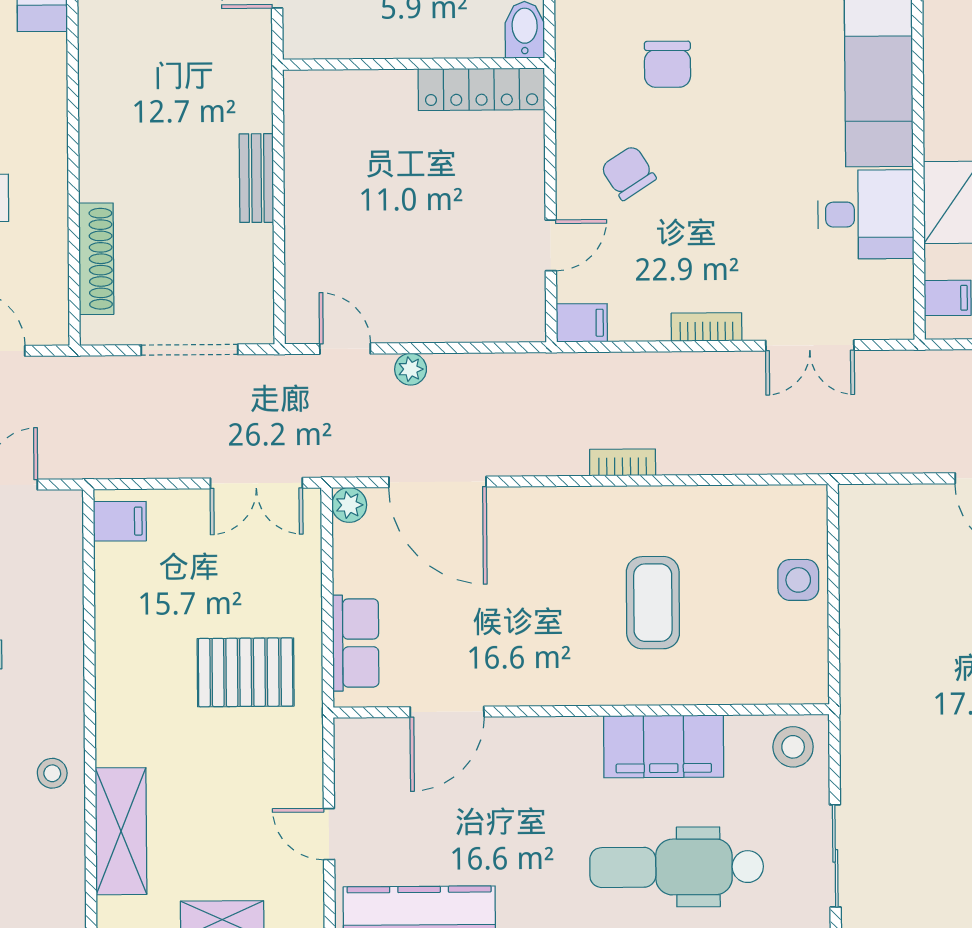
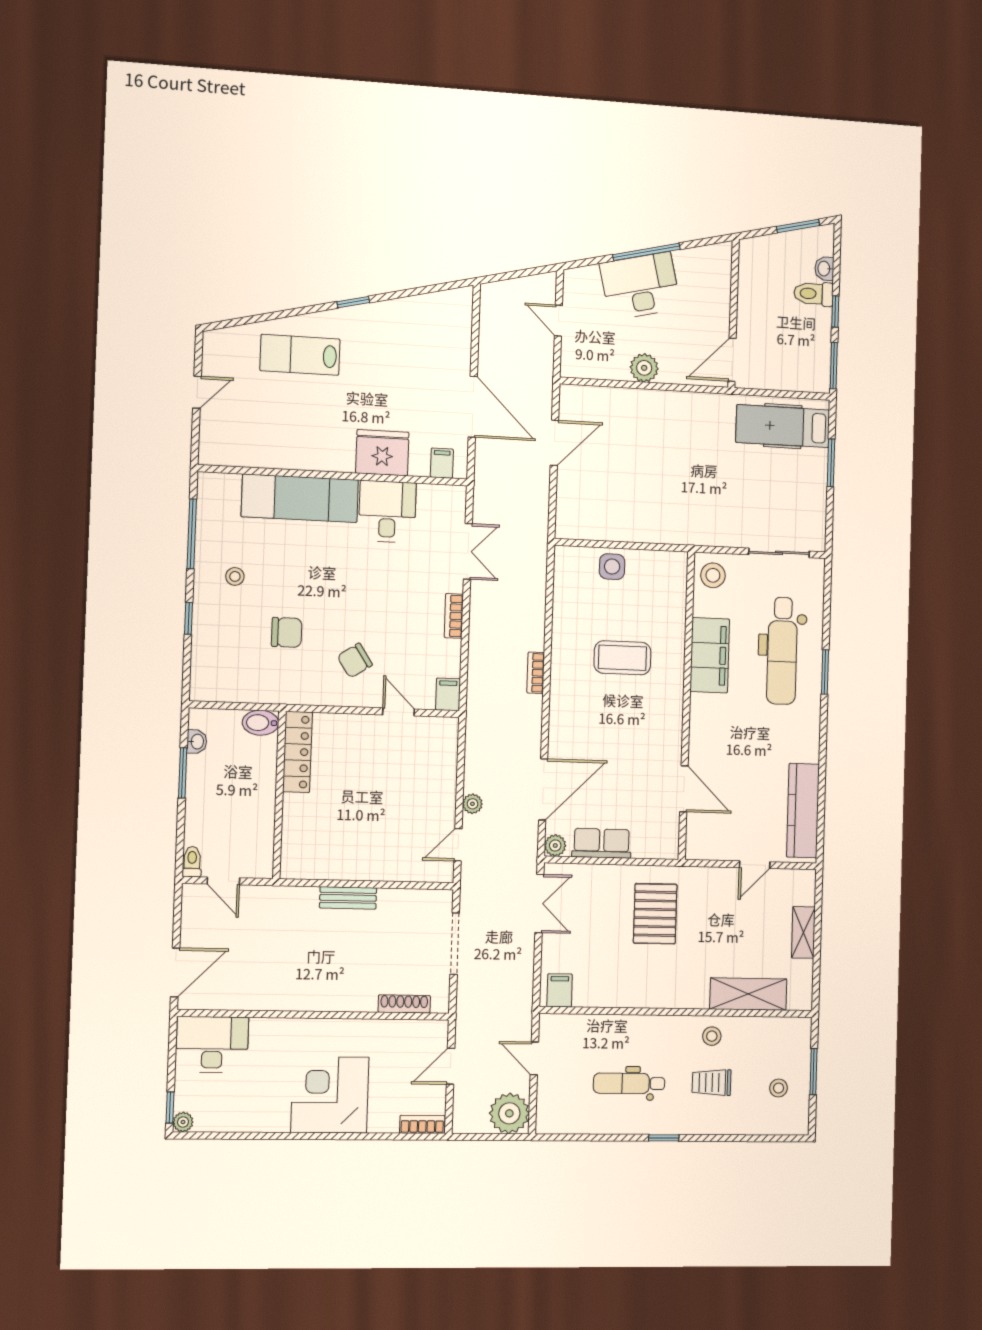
shoe rack: (96, 259) -> (404, 1004), width x0.74, depth x0.81
row of seats: (356, 643) -> (602, 843), moved

